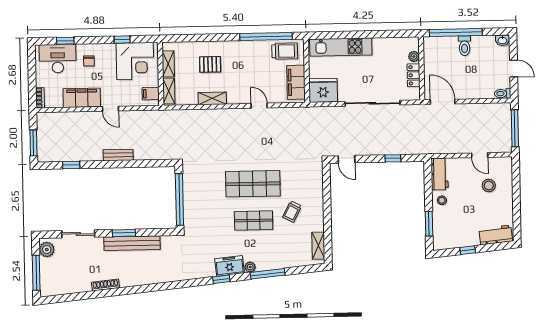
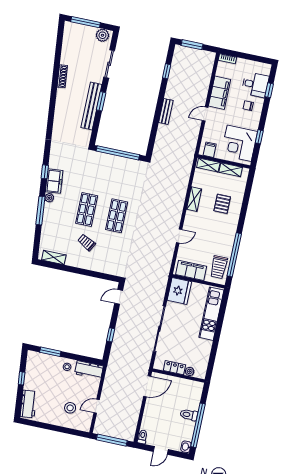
window: (456, 33) -> (198, 425), moved
desk: (58, 59) -> (255, 85), width x0.73
shop shelf: (253, 184) -> (117, 216), width x0.70, depth x0.74

